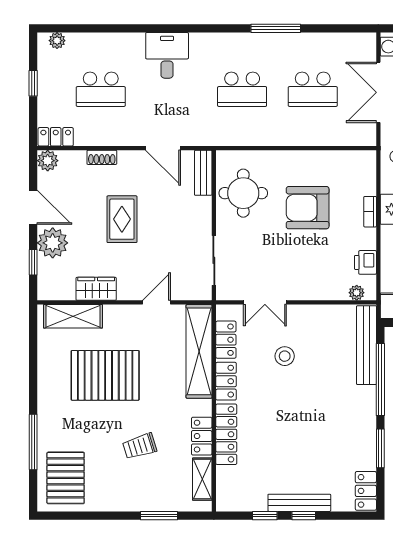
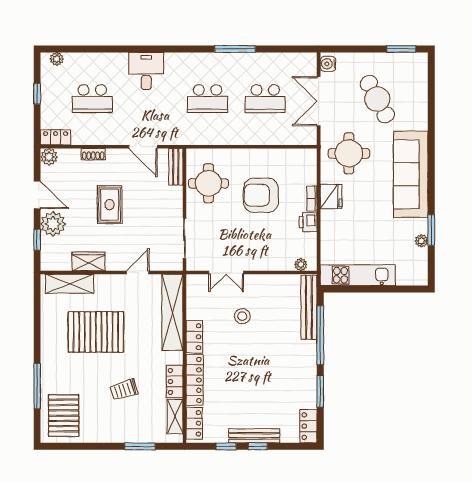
printer: (365, 262) -> (308, 222), moved
locker: (226, 340) -> (194, 423), moved

